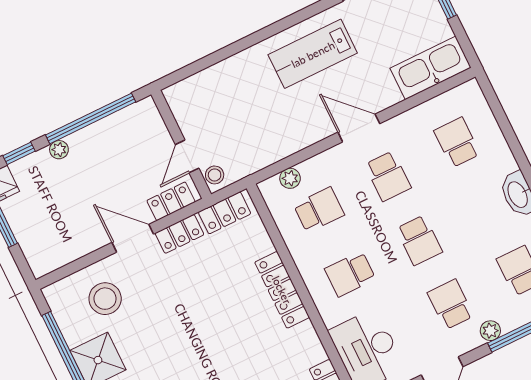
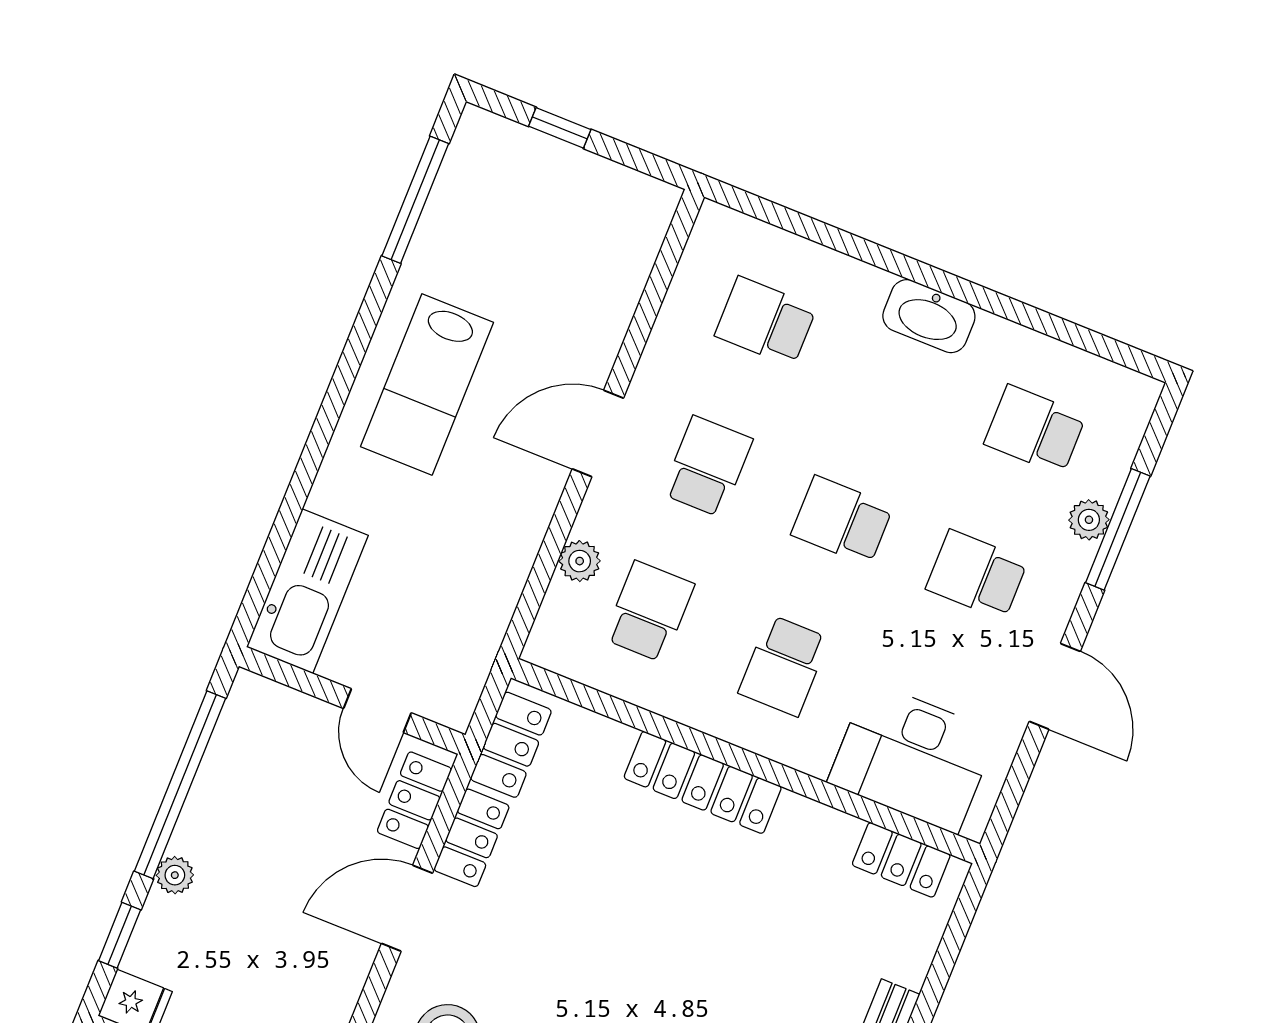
kitchen sink: (431, 68) -> (307, 591), moved, turned 180
stool: (215, 175) -> (444, 701), removed
school desk: (388, 176) -> (707, 466), turned -90
plant: (290, 178) -> (580, 561), moved
school desk: (419, 240) -> (842, 521), turned 180
plant: (490, 331) -> (1089, 520), moved

